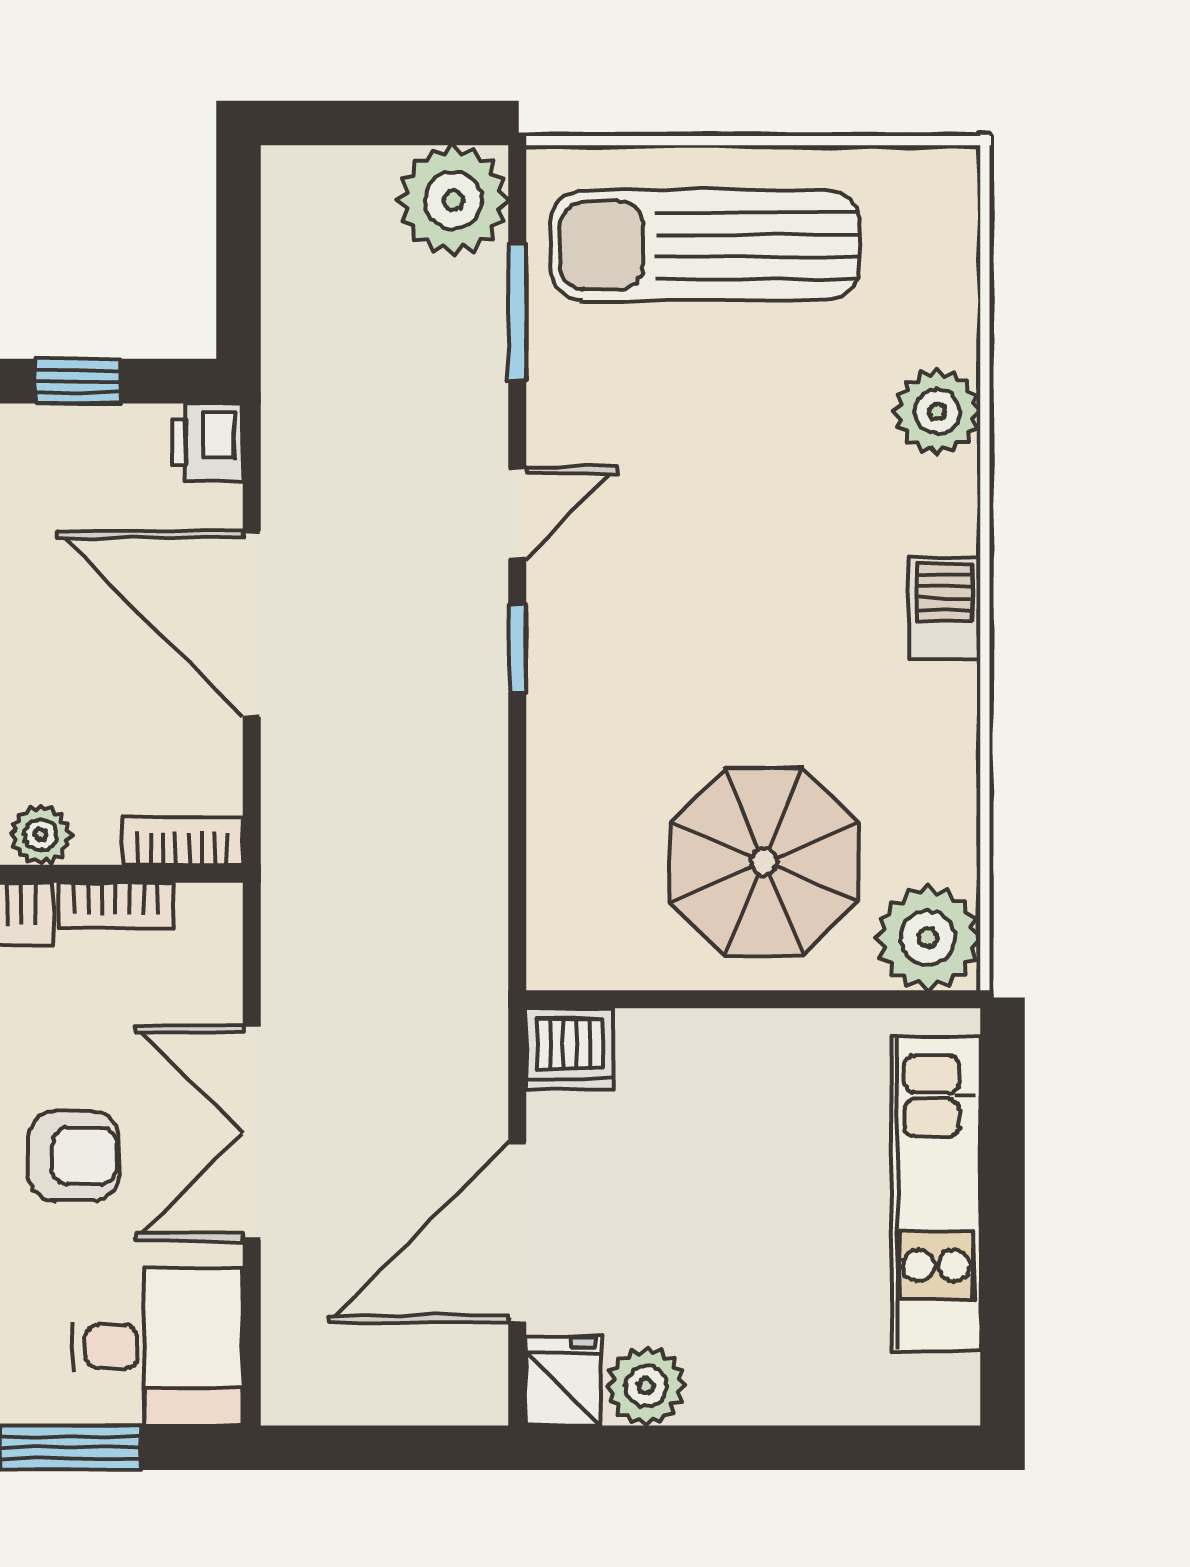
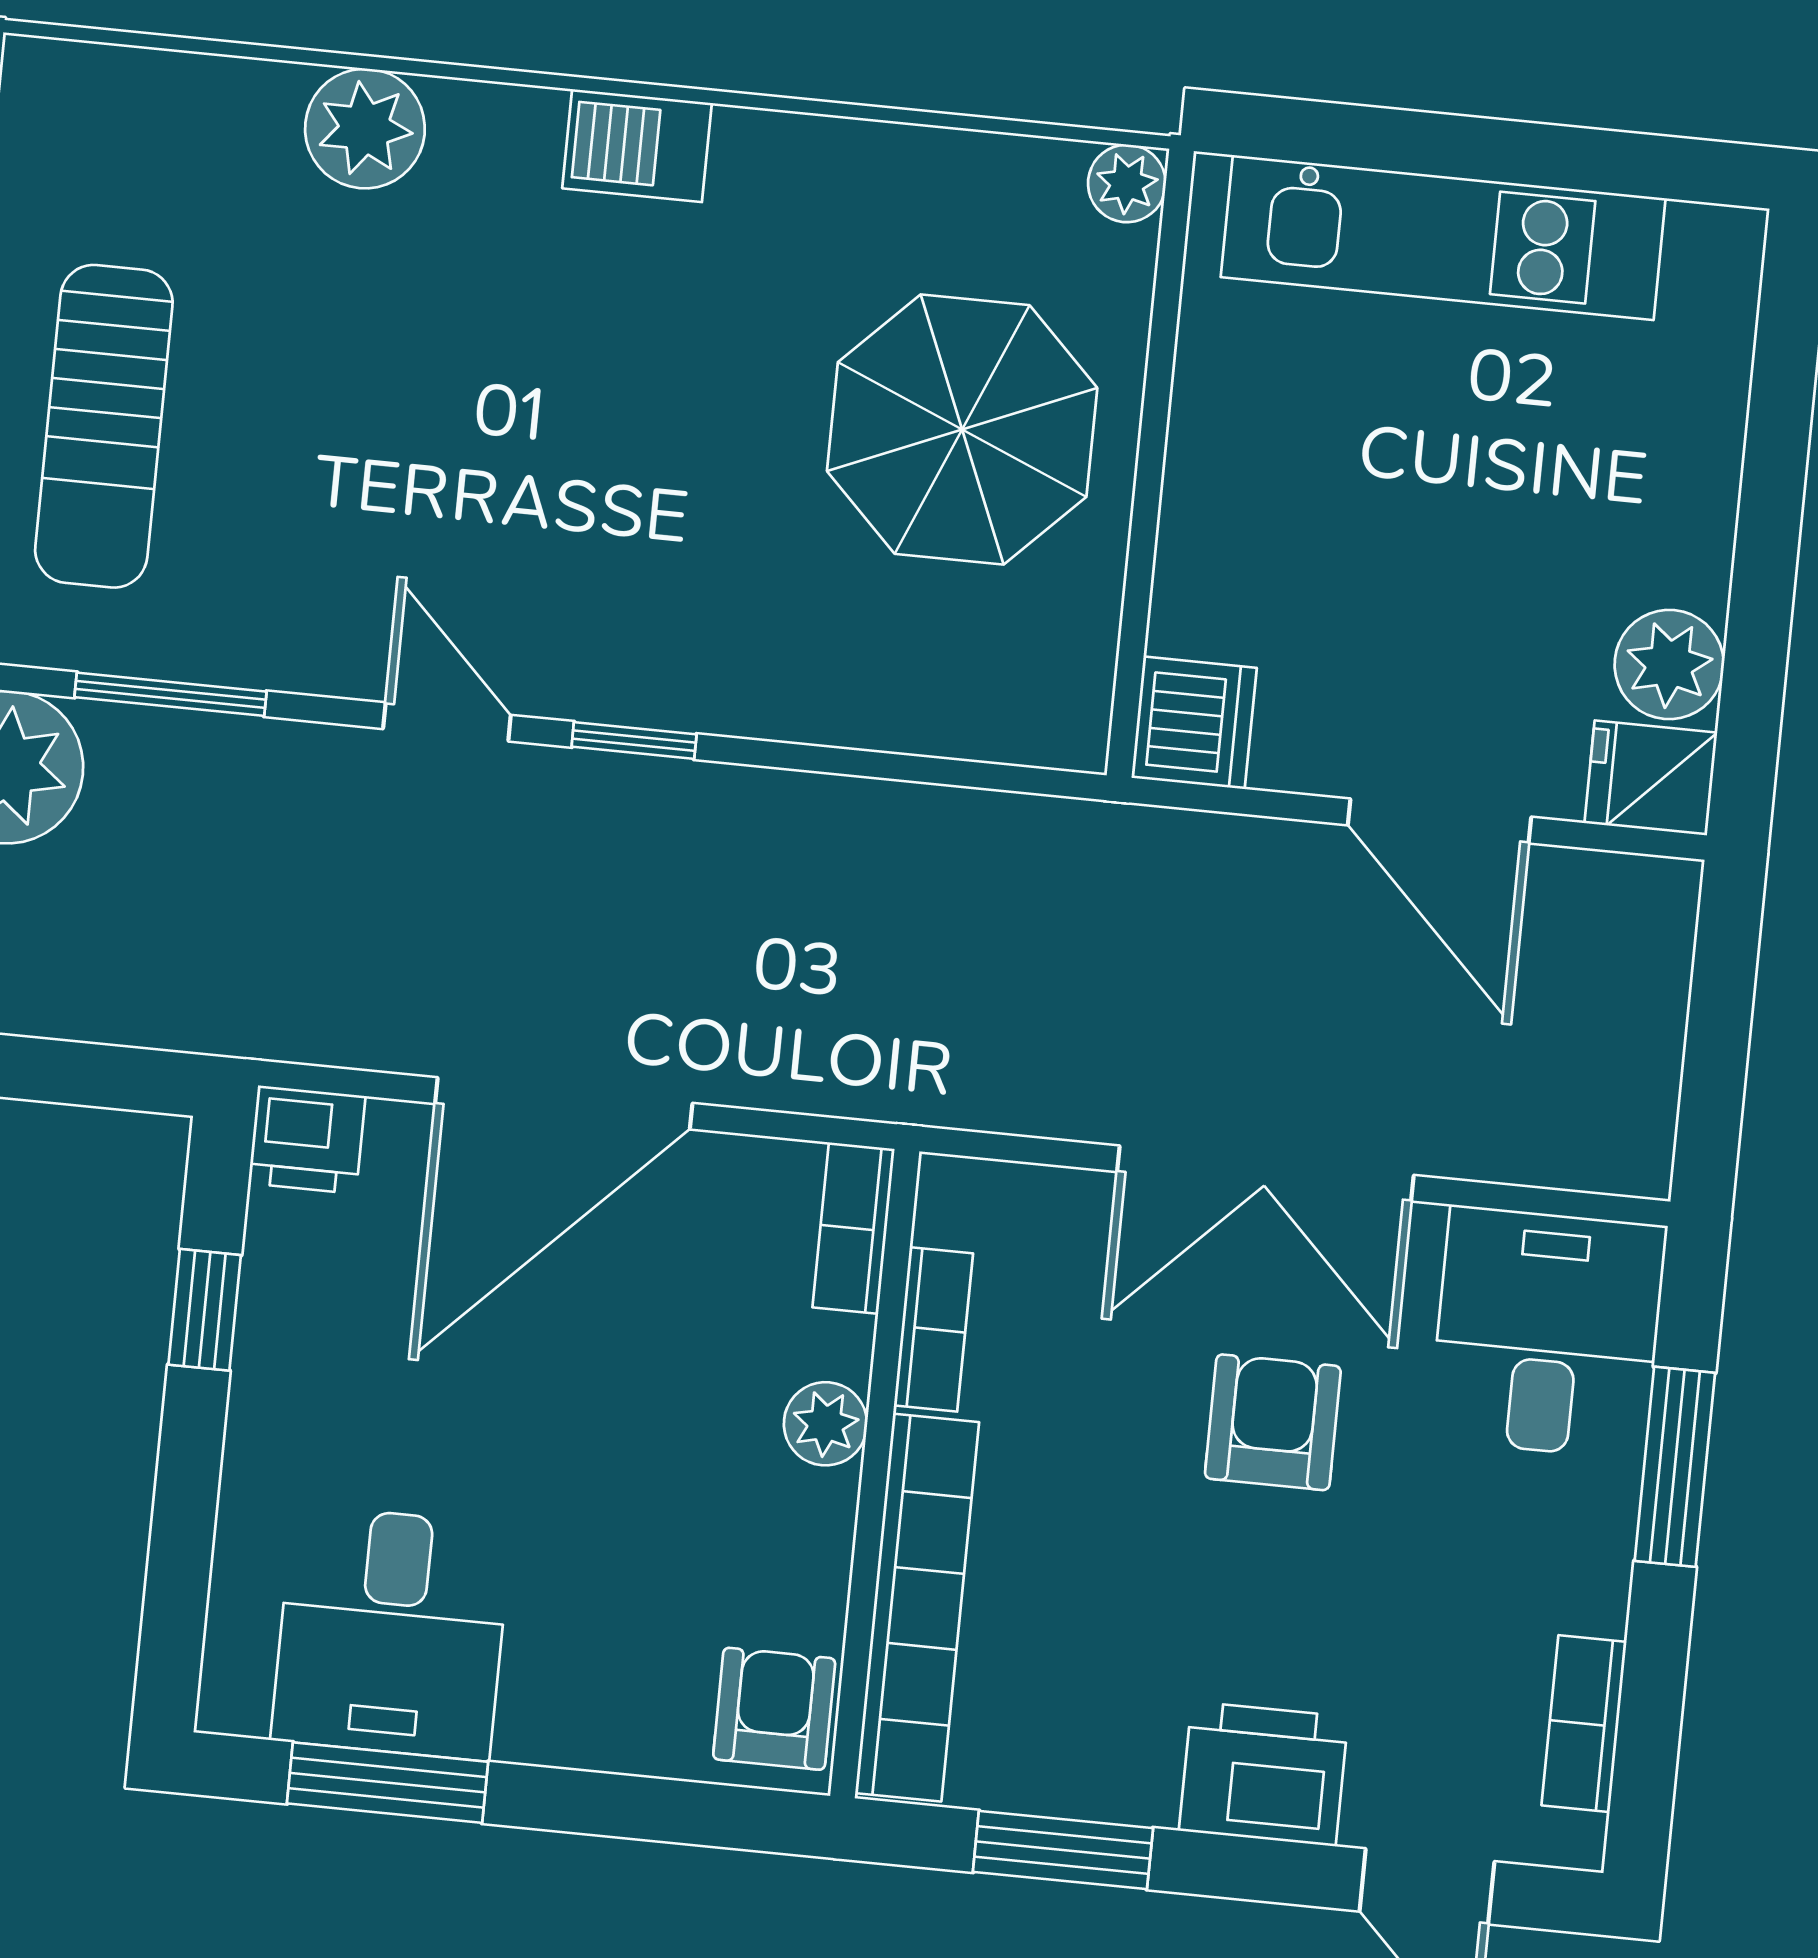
sun lounger: (705, 246) -> (104, 426), width x0.73, depth x0.75
plant: (928, 938) -> (1127, 183), width x0.53, depth x0.53
door: (517, 1232) -> (1439, 821), width x0.73

